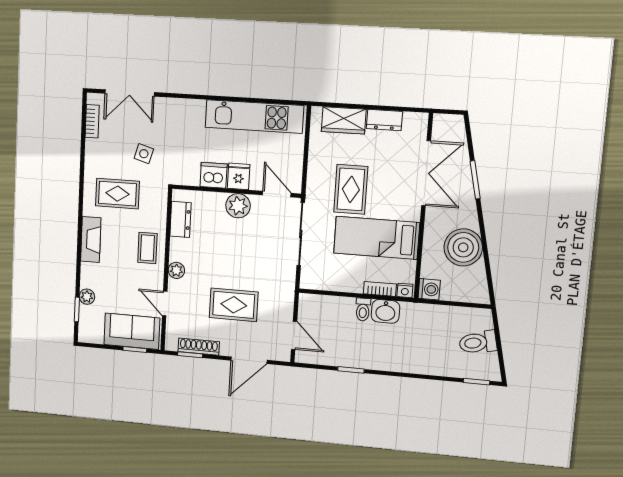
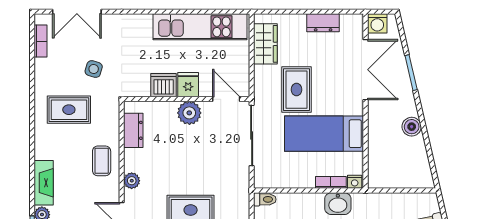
wardrobe: (344, 120) -> (265, 44), moved, turned -90
fireplace: (91, 239) -> (44, 183), moved
boiler: (463, 247) -> (412, 127), width x0.54, depth x0.54
washing machine: (429, 289) -> (377, 23), moved, turned 90
toilet: (363, 310) -> (265, 199), moved, turned -90

